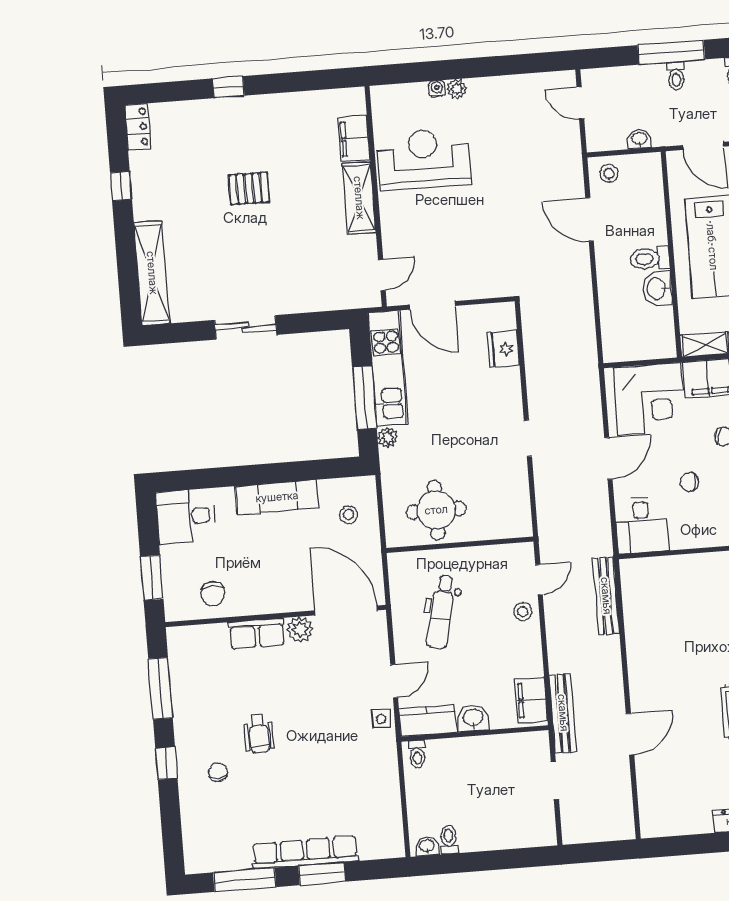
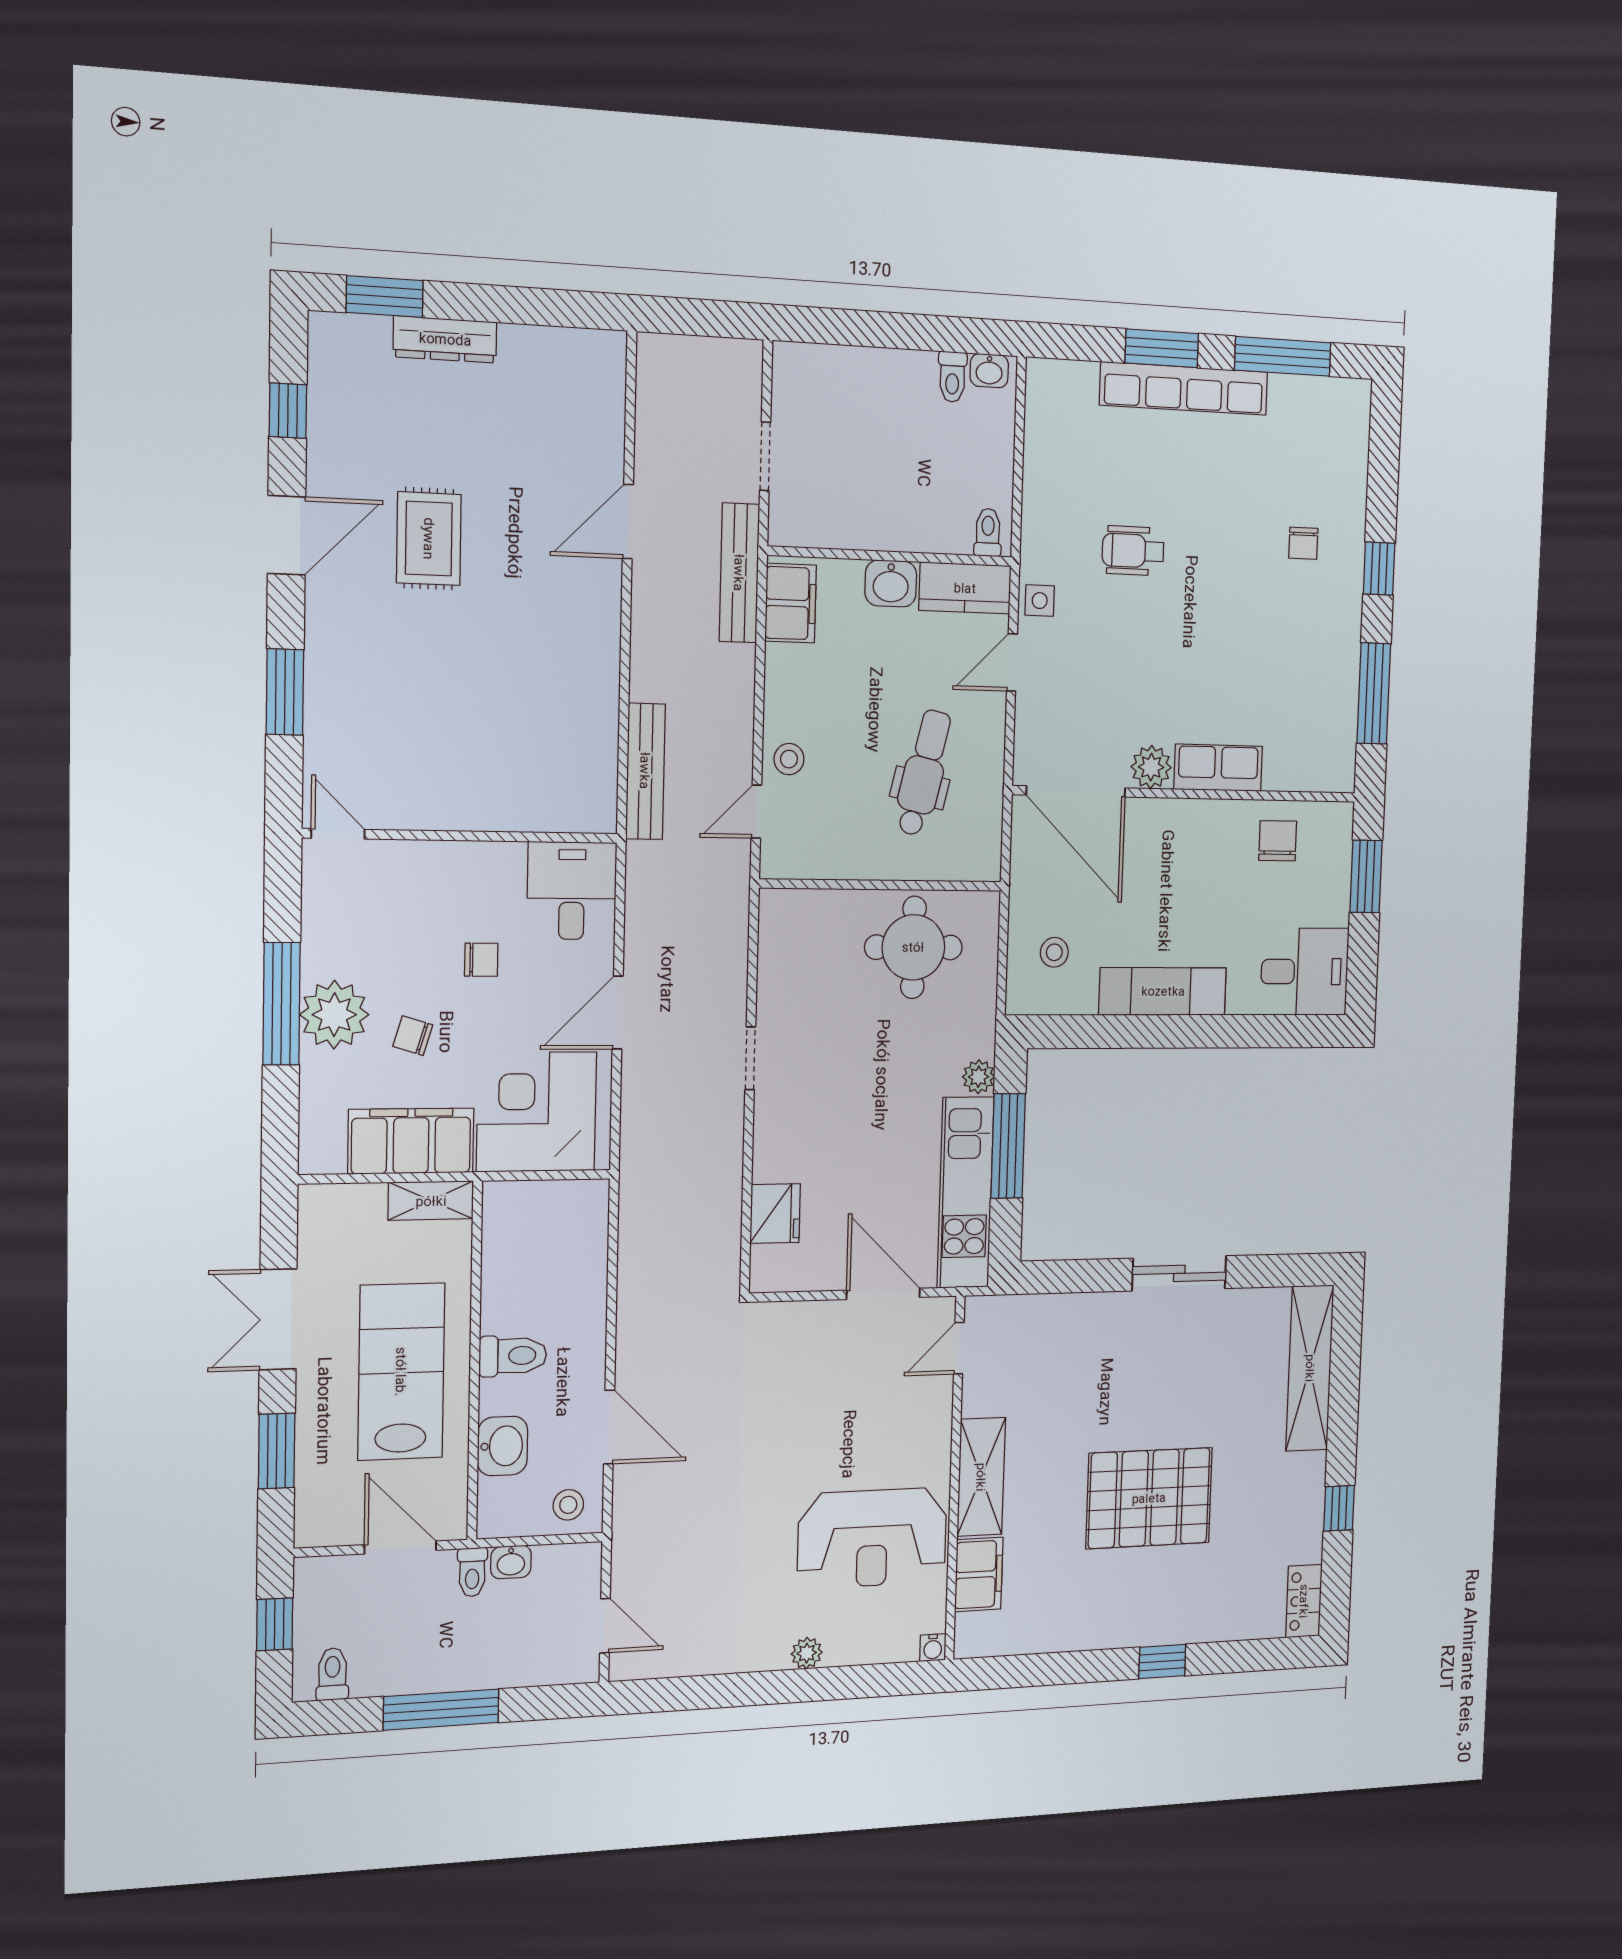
toilet: (676, 76) -> (472, 1572), moved, turned 180
water cooler: (437, 89) -> (933, 1648), moved
pallet: (249, 188) -> (1149, 1498), width x2.05, depth x2.00
washbasin: (657, 289) -> (502, 1446), moved
wheelchair: (259, 733) -> (1133, 551), moved, turned -89

